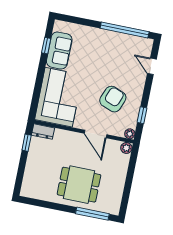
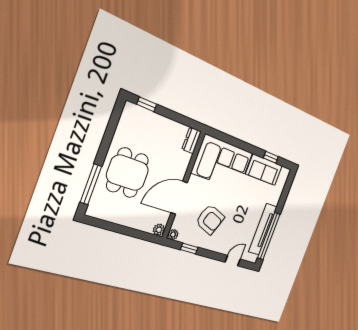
tv unit: (118, 39) -> (263, 229), added
door: (96, 134) -> (179, 198), width x1.36
window: (27, 143) -> (147, 104), moved

